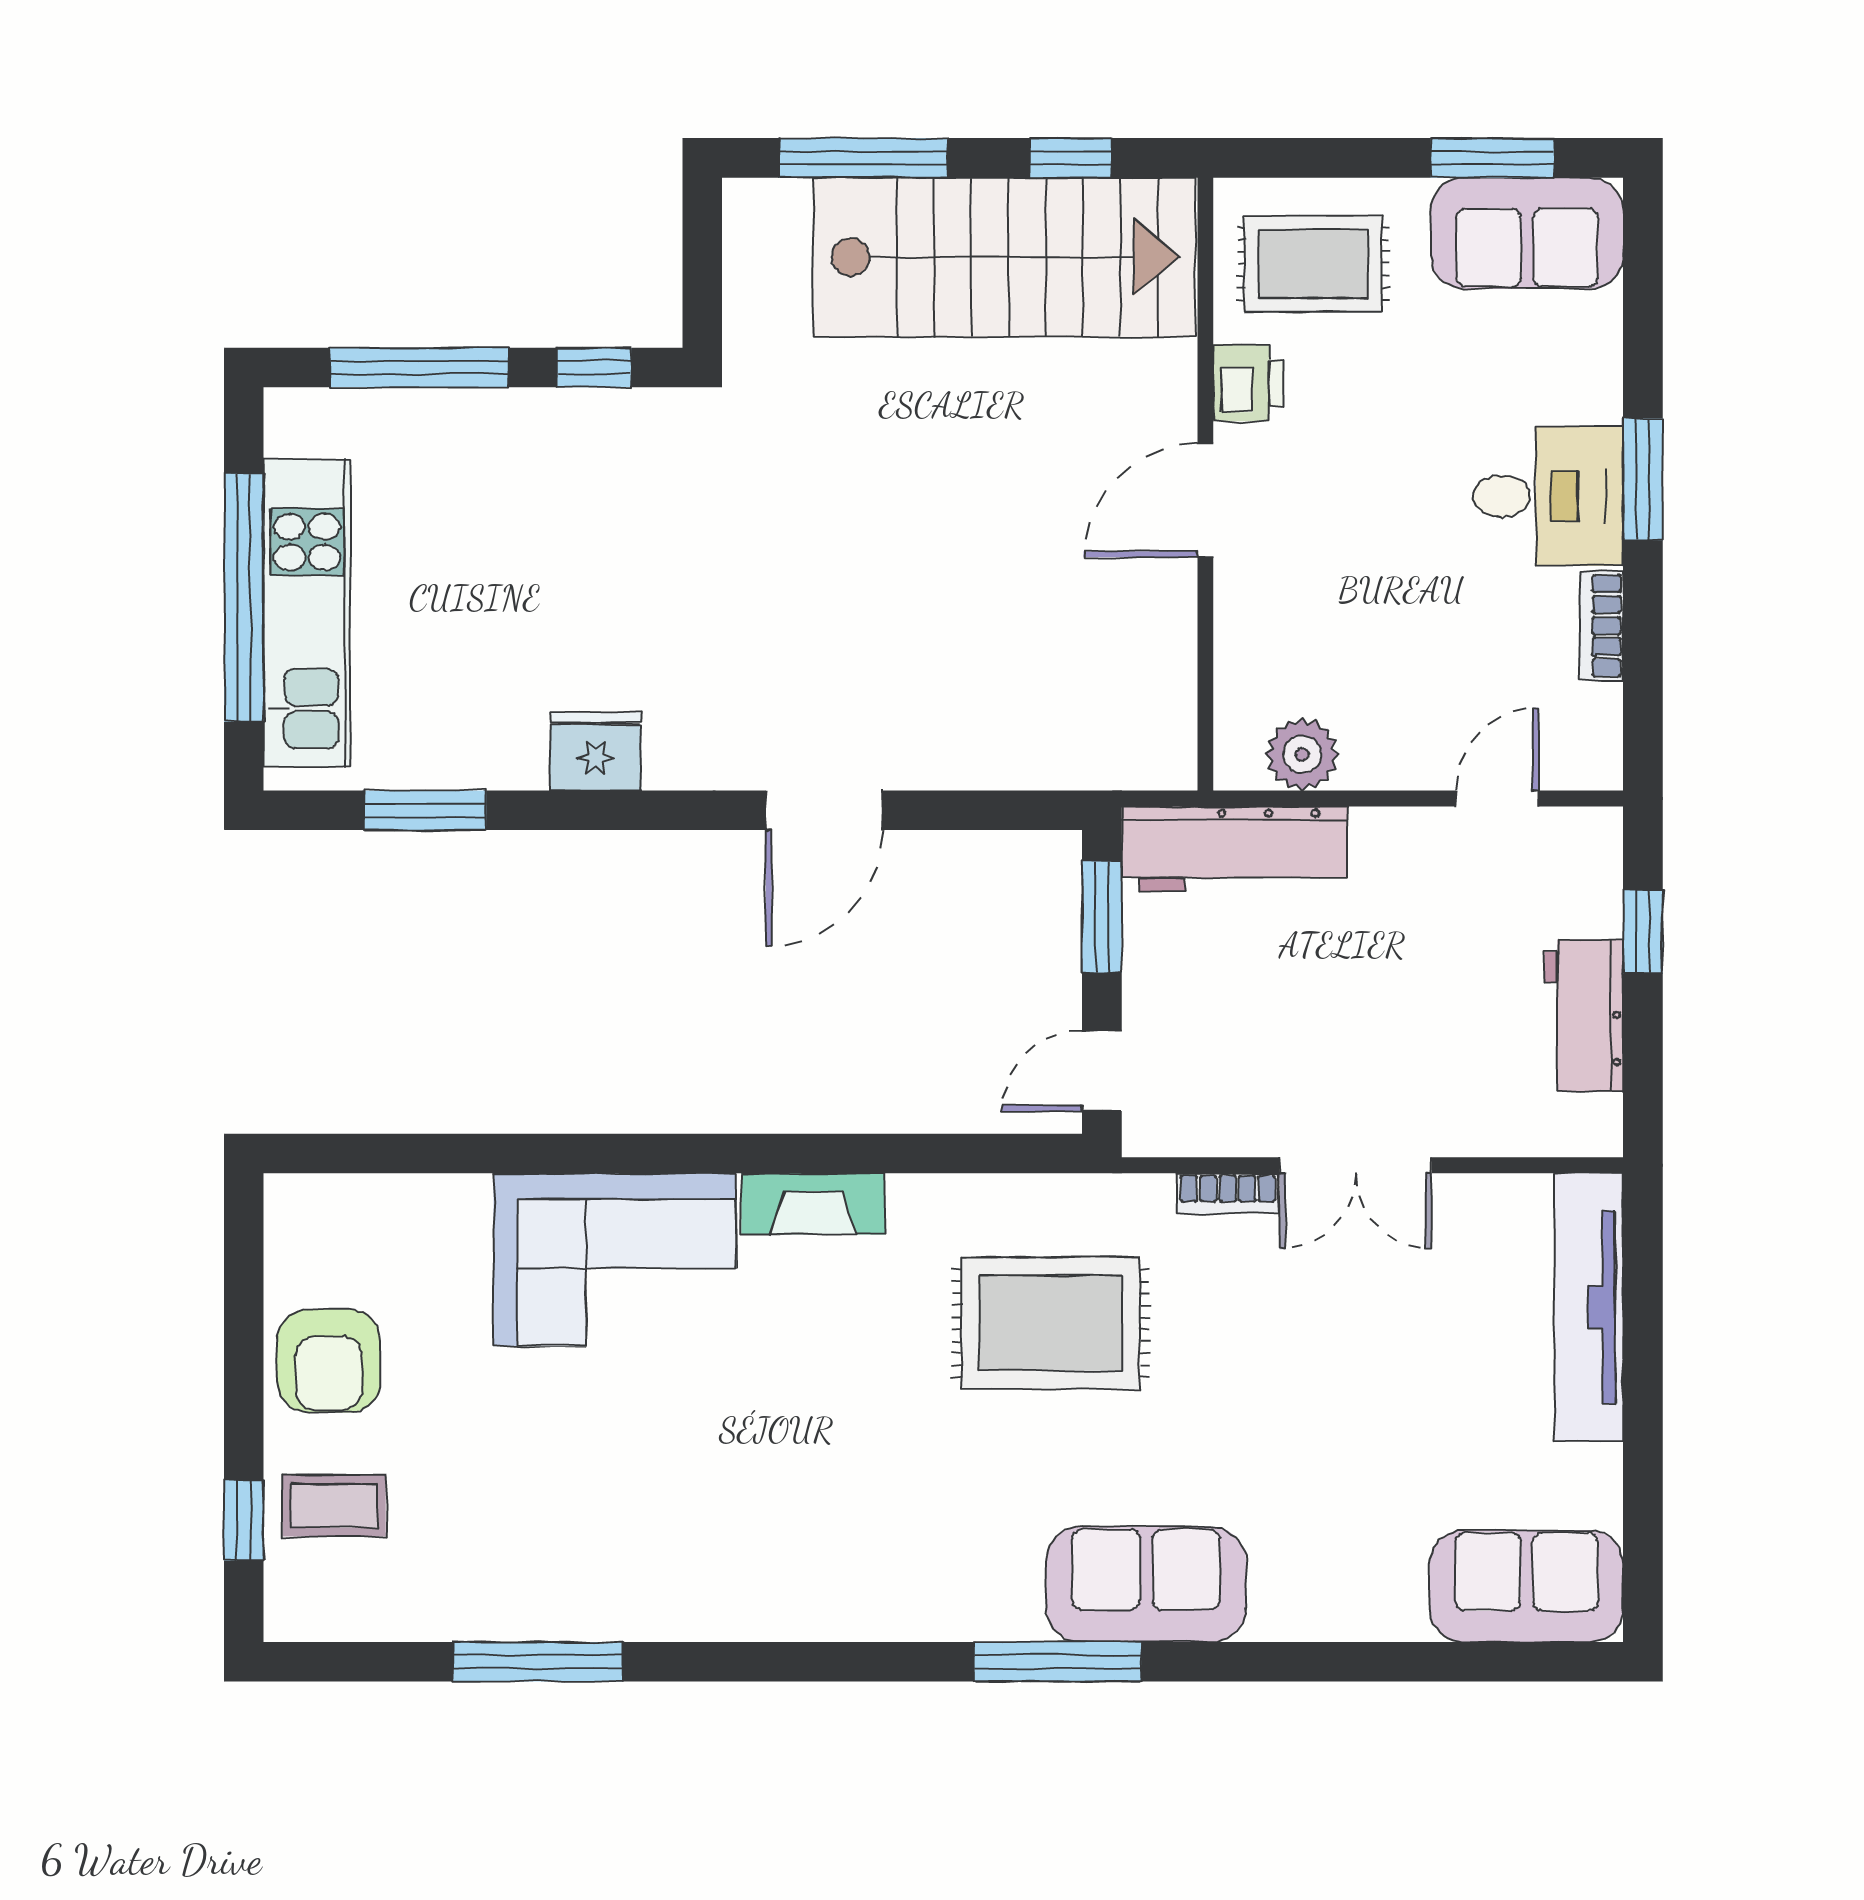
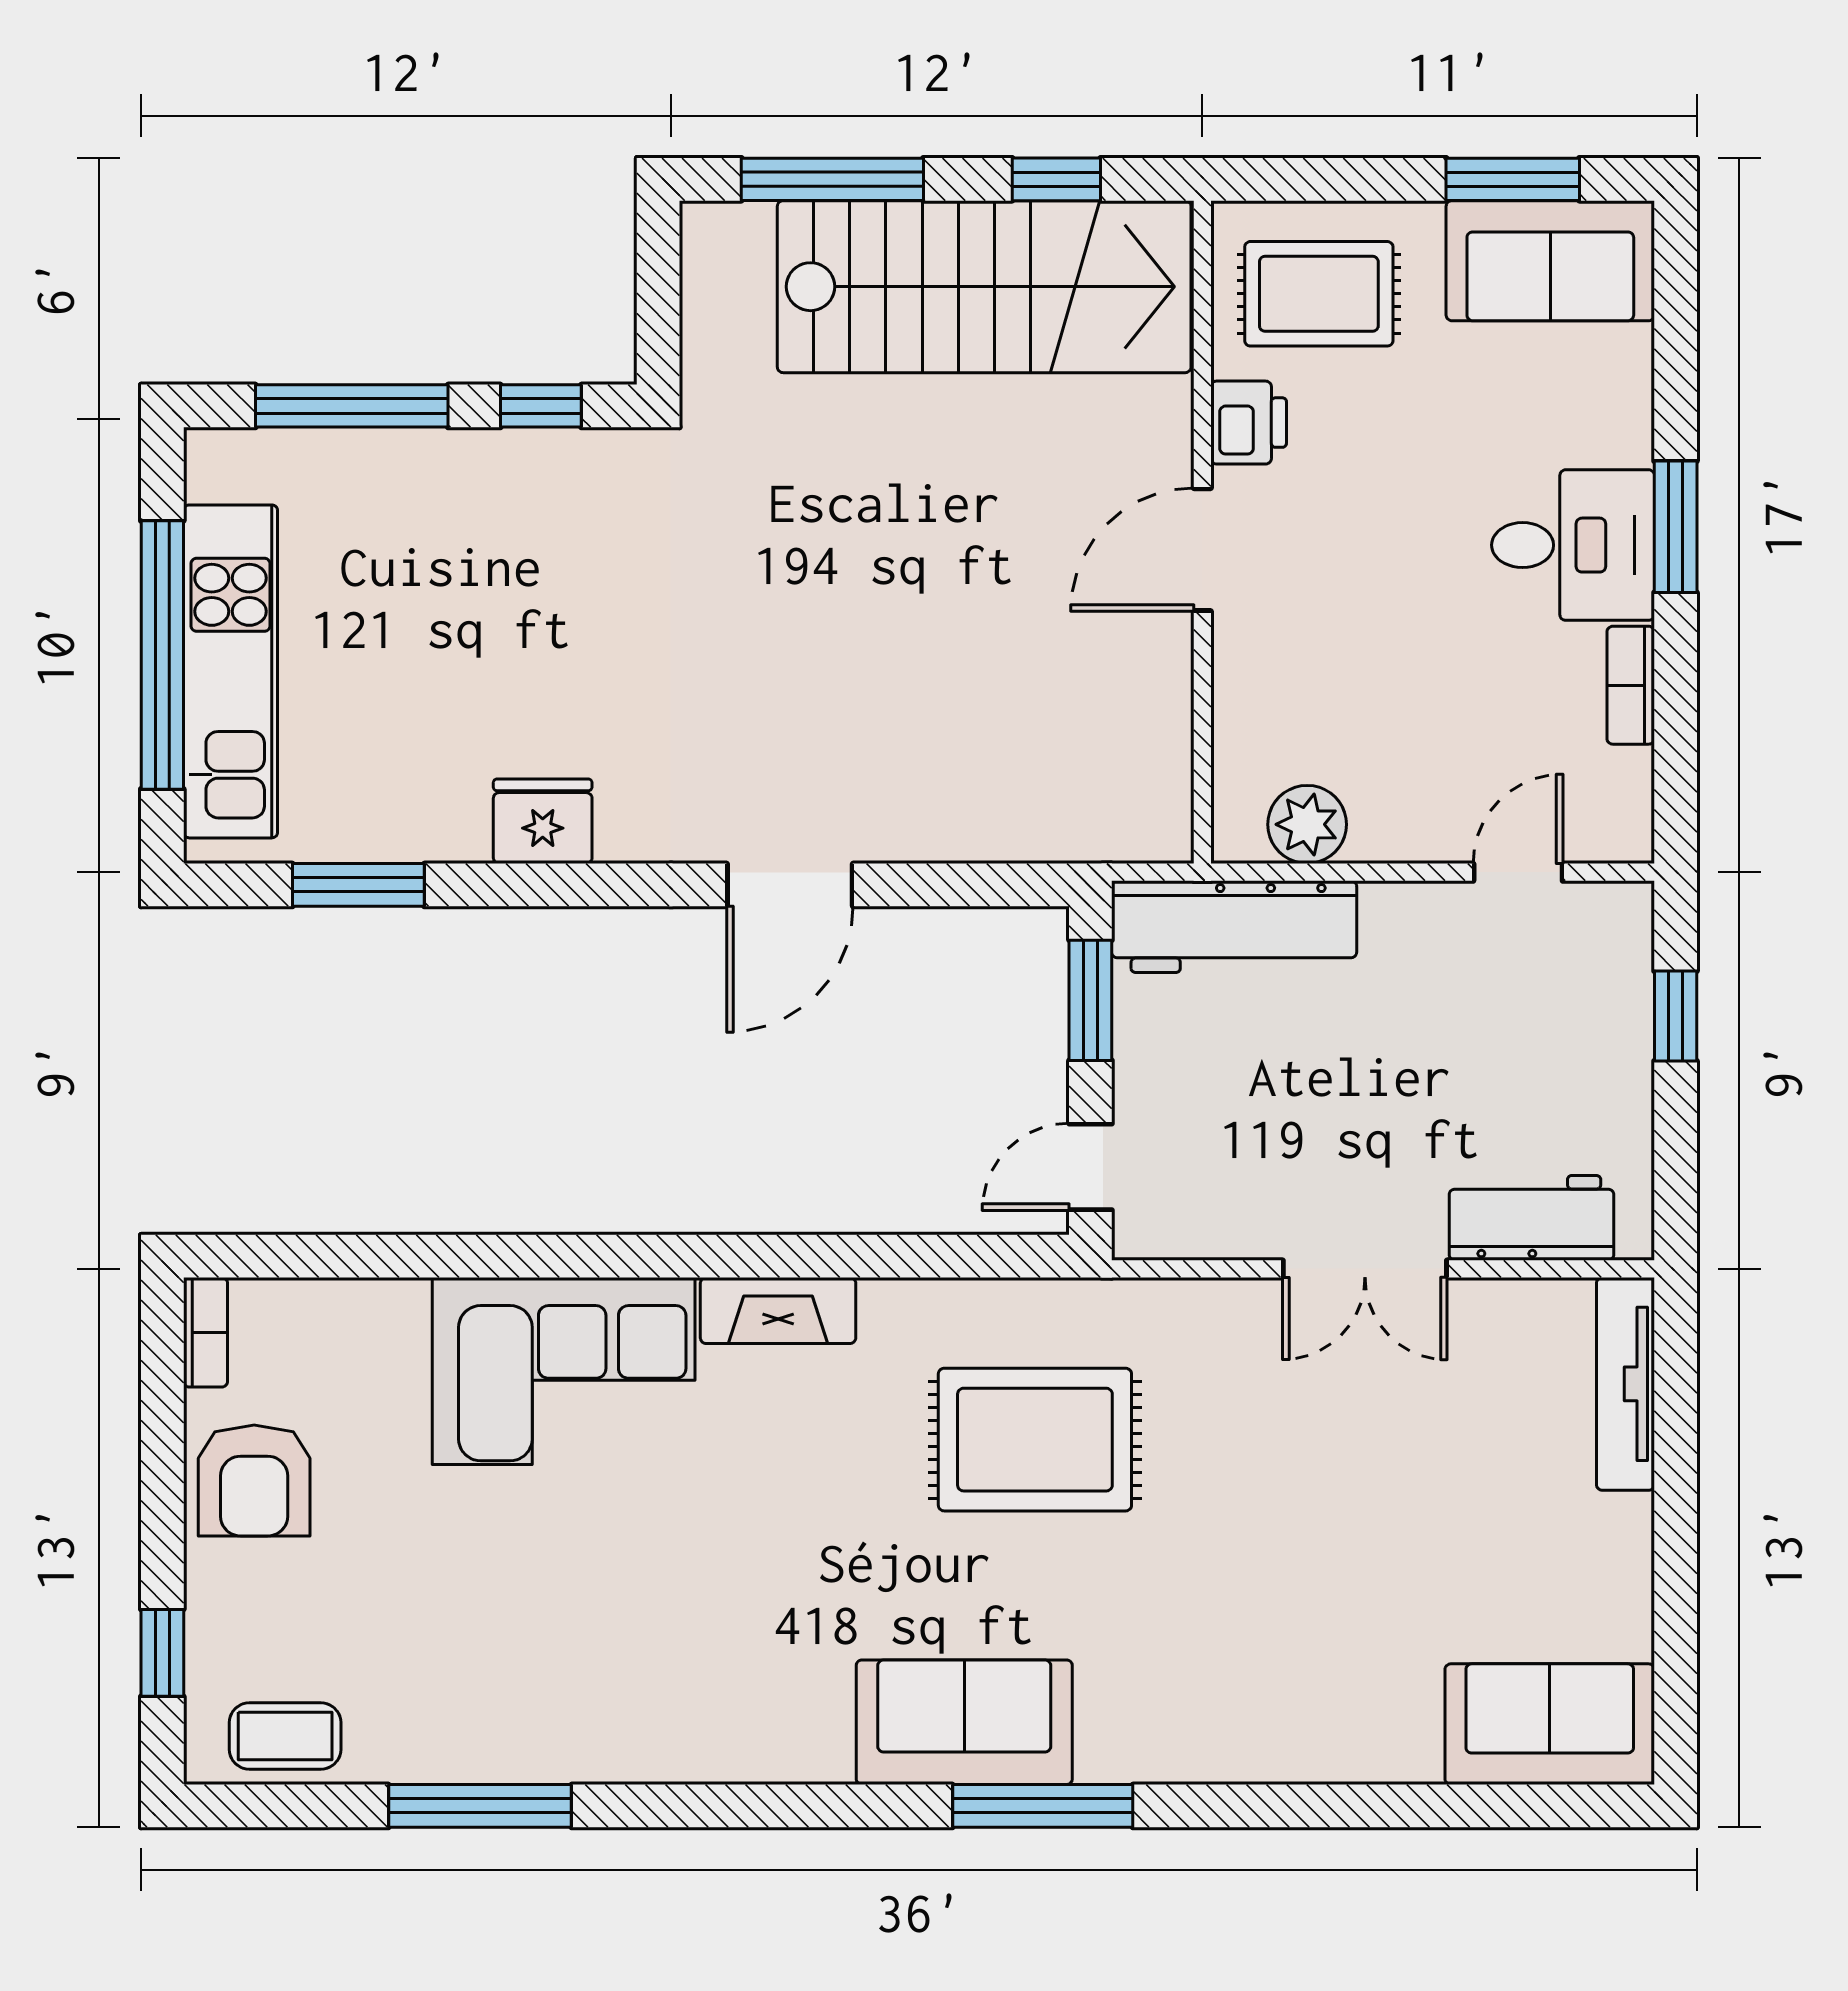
workbench: (1584, 1016) -> (1531, 1218), moved, turned 90
bookcase: (1228, 1193) -> (205, 1332), moved, turned -90
tv unit: (1589, 1307) -> (1625, 1384), width x0.73, depth x0.78
coffee table: (334, 1506) -> (285, 1736), moved
sofa: (1146, 1584) -> (964, 1722), moved

